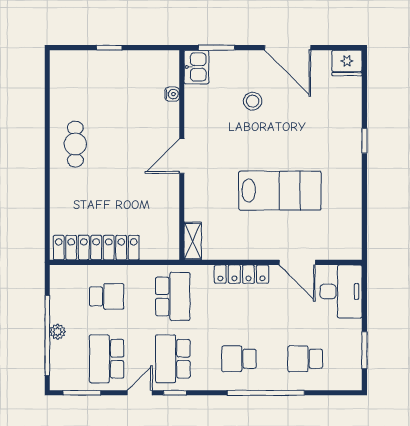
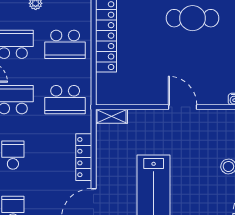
cafe table: (75, 144) -> (192, 18), width x1.37, depth x1.35
school desk: (107, 296) -> (65, 44), width x1.85

